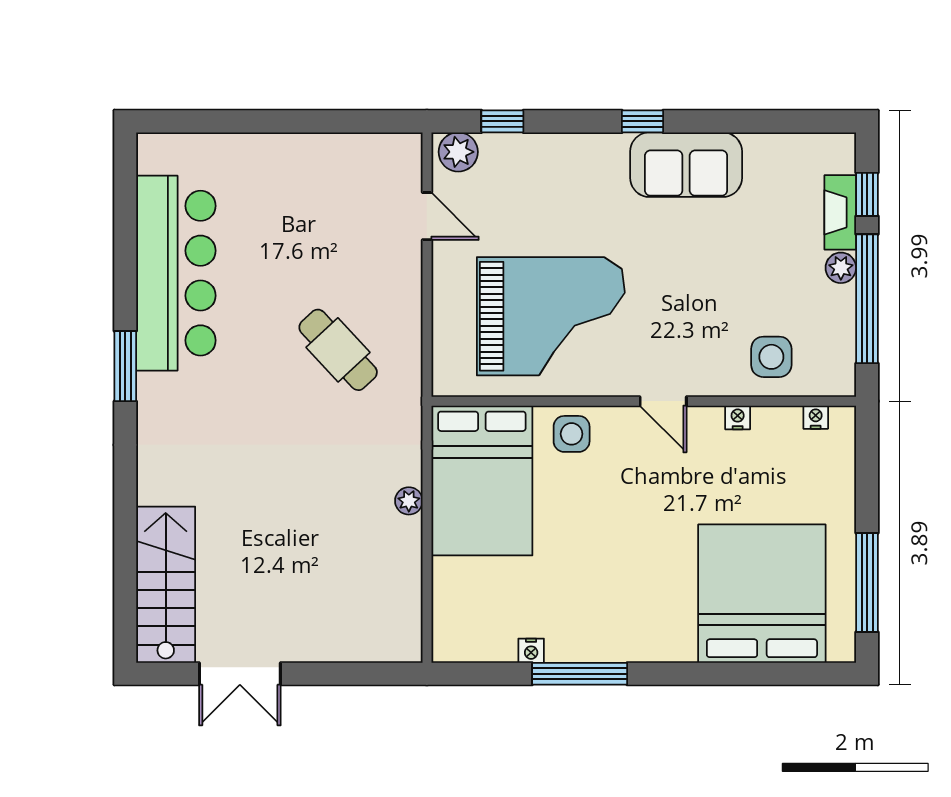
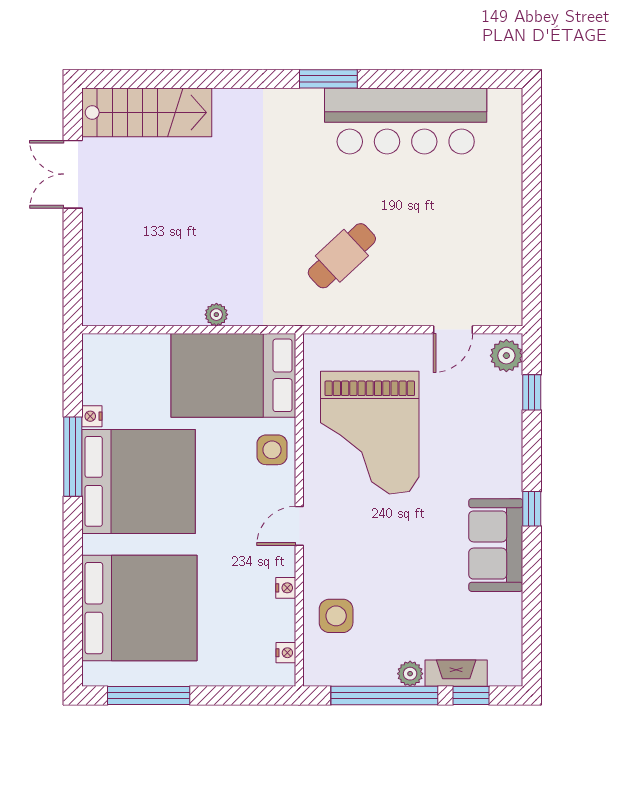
bed: (610, 595) -> (138, 481), added

